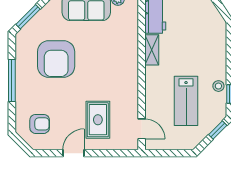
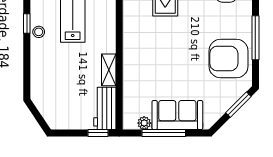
armchair: (56, 59) -> (229, 59), moved, turned -90

